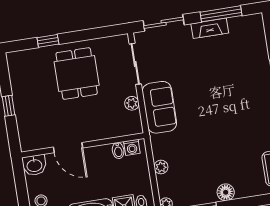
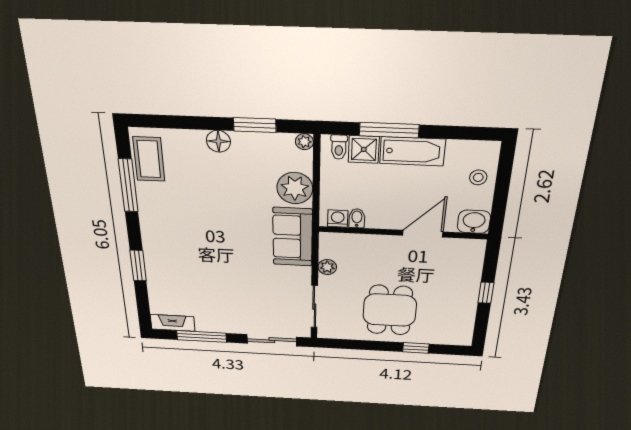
fireplace: (210, 28) -> (173, 323), moved
sofa: (159, 107) -> (293, 237), moved
door: (68, 148) -> (423, 234), hinge flipped
plant: (161, 167) -> (295, 188), width x1.88, depth x1.88

